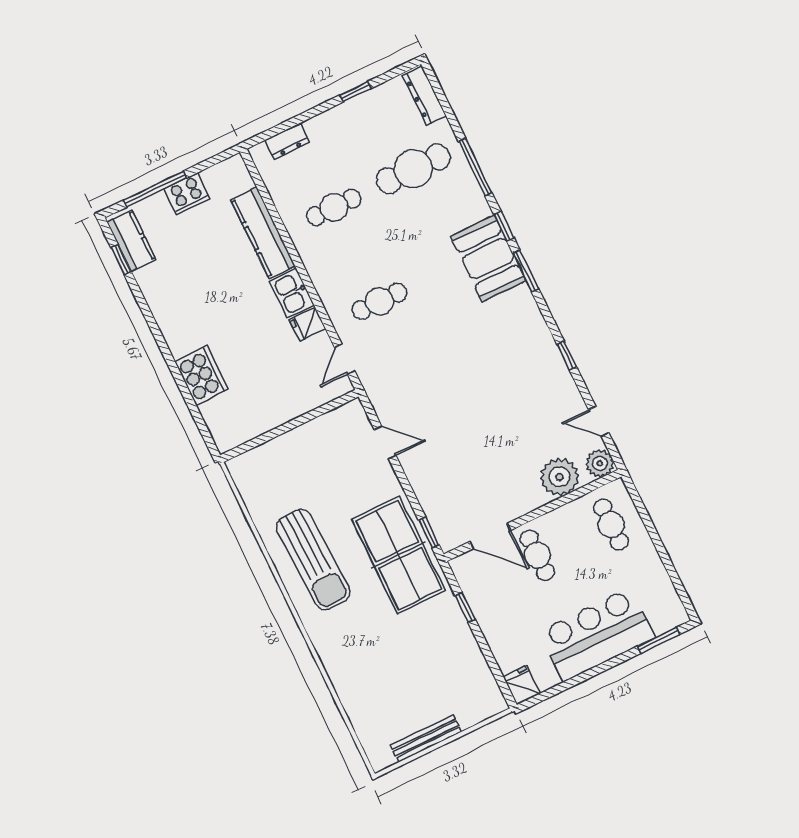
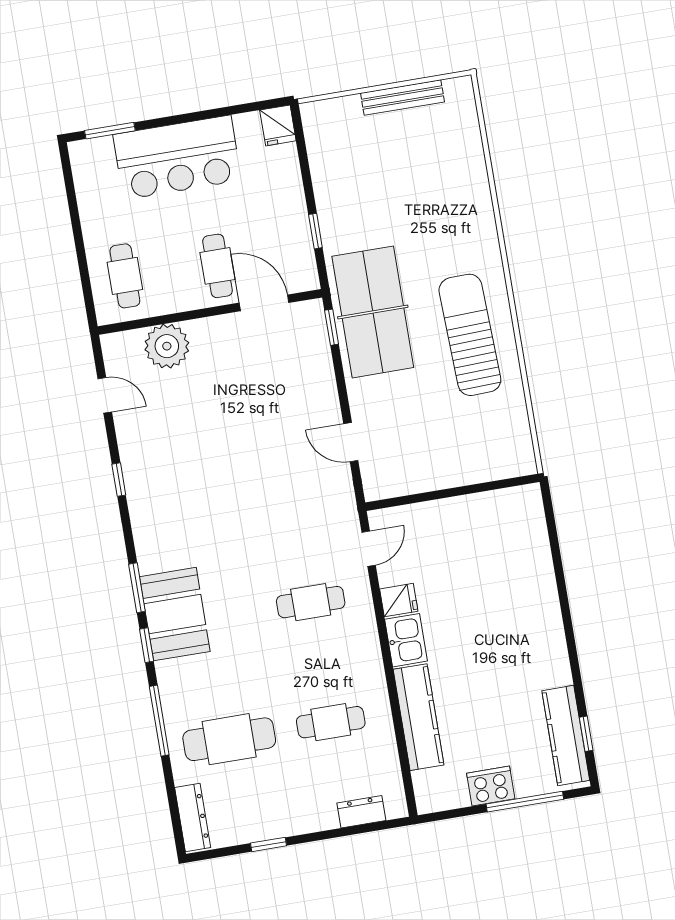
kitchen counter: (131, 241) -> (566, 736), width x1.50
cooker: (201, 375) -> (534, 578), removed
plant: (600, 463) -> (117, 348), removed

